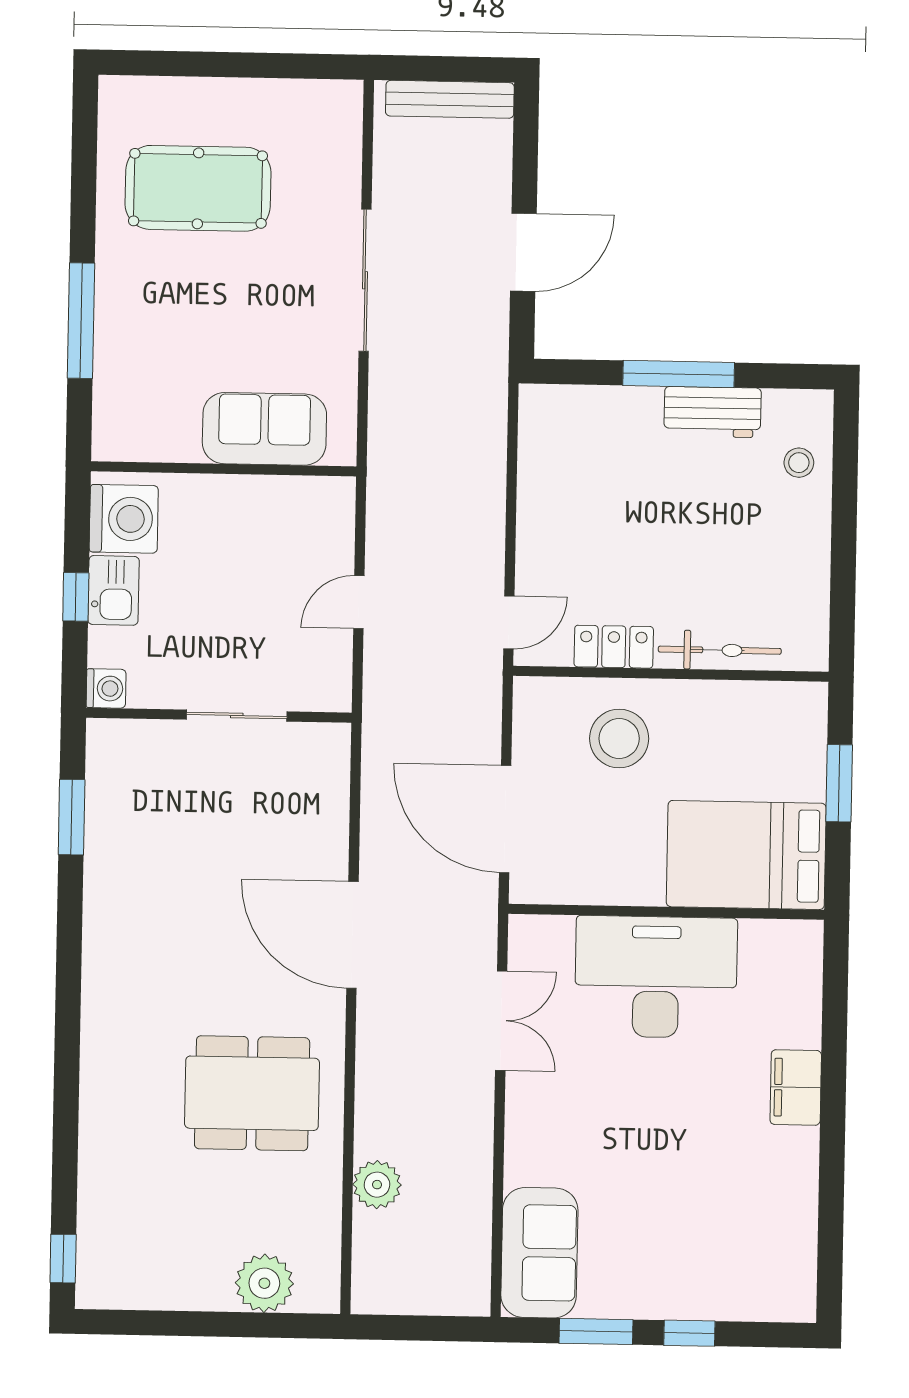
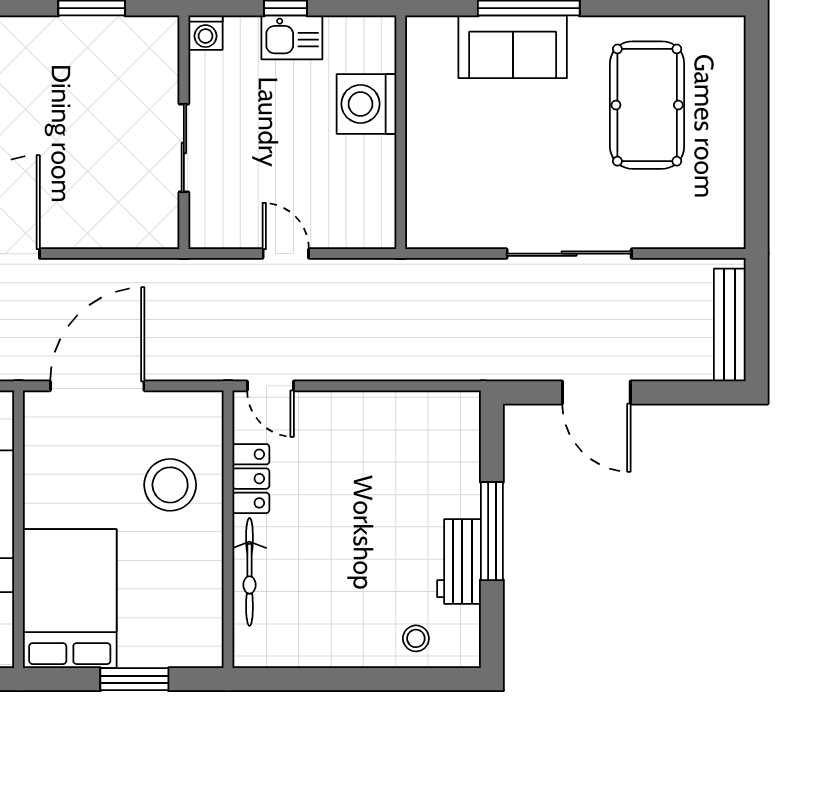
sofa: (264, 429) -> (513, 47), moved, turned 90
washing machine: (124, 519) -> (366, 104), moved, turned 90

